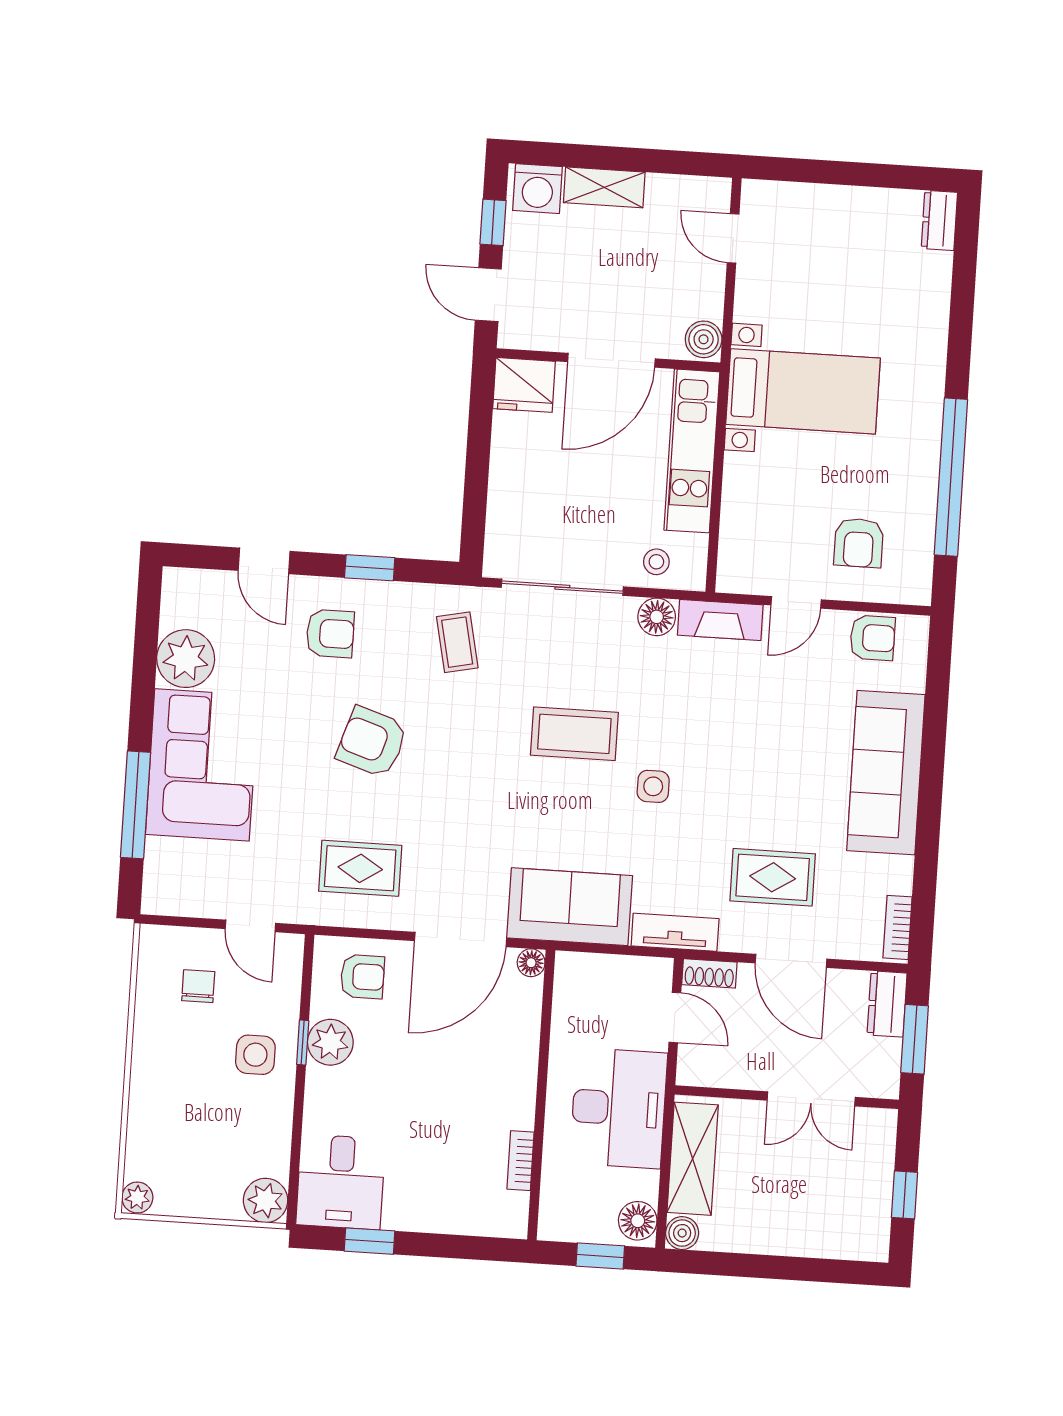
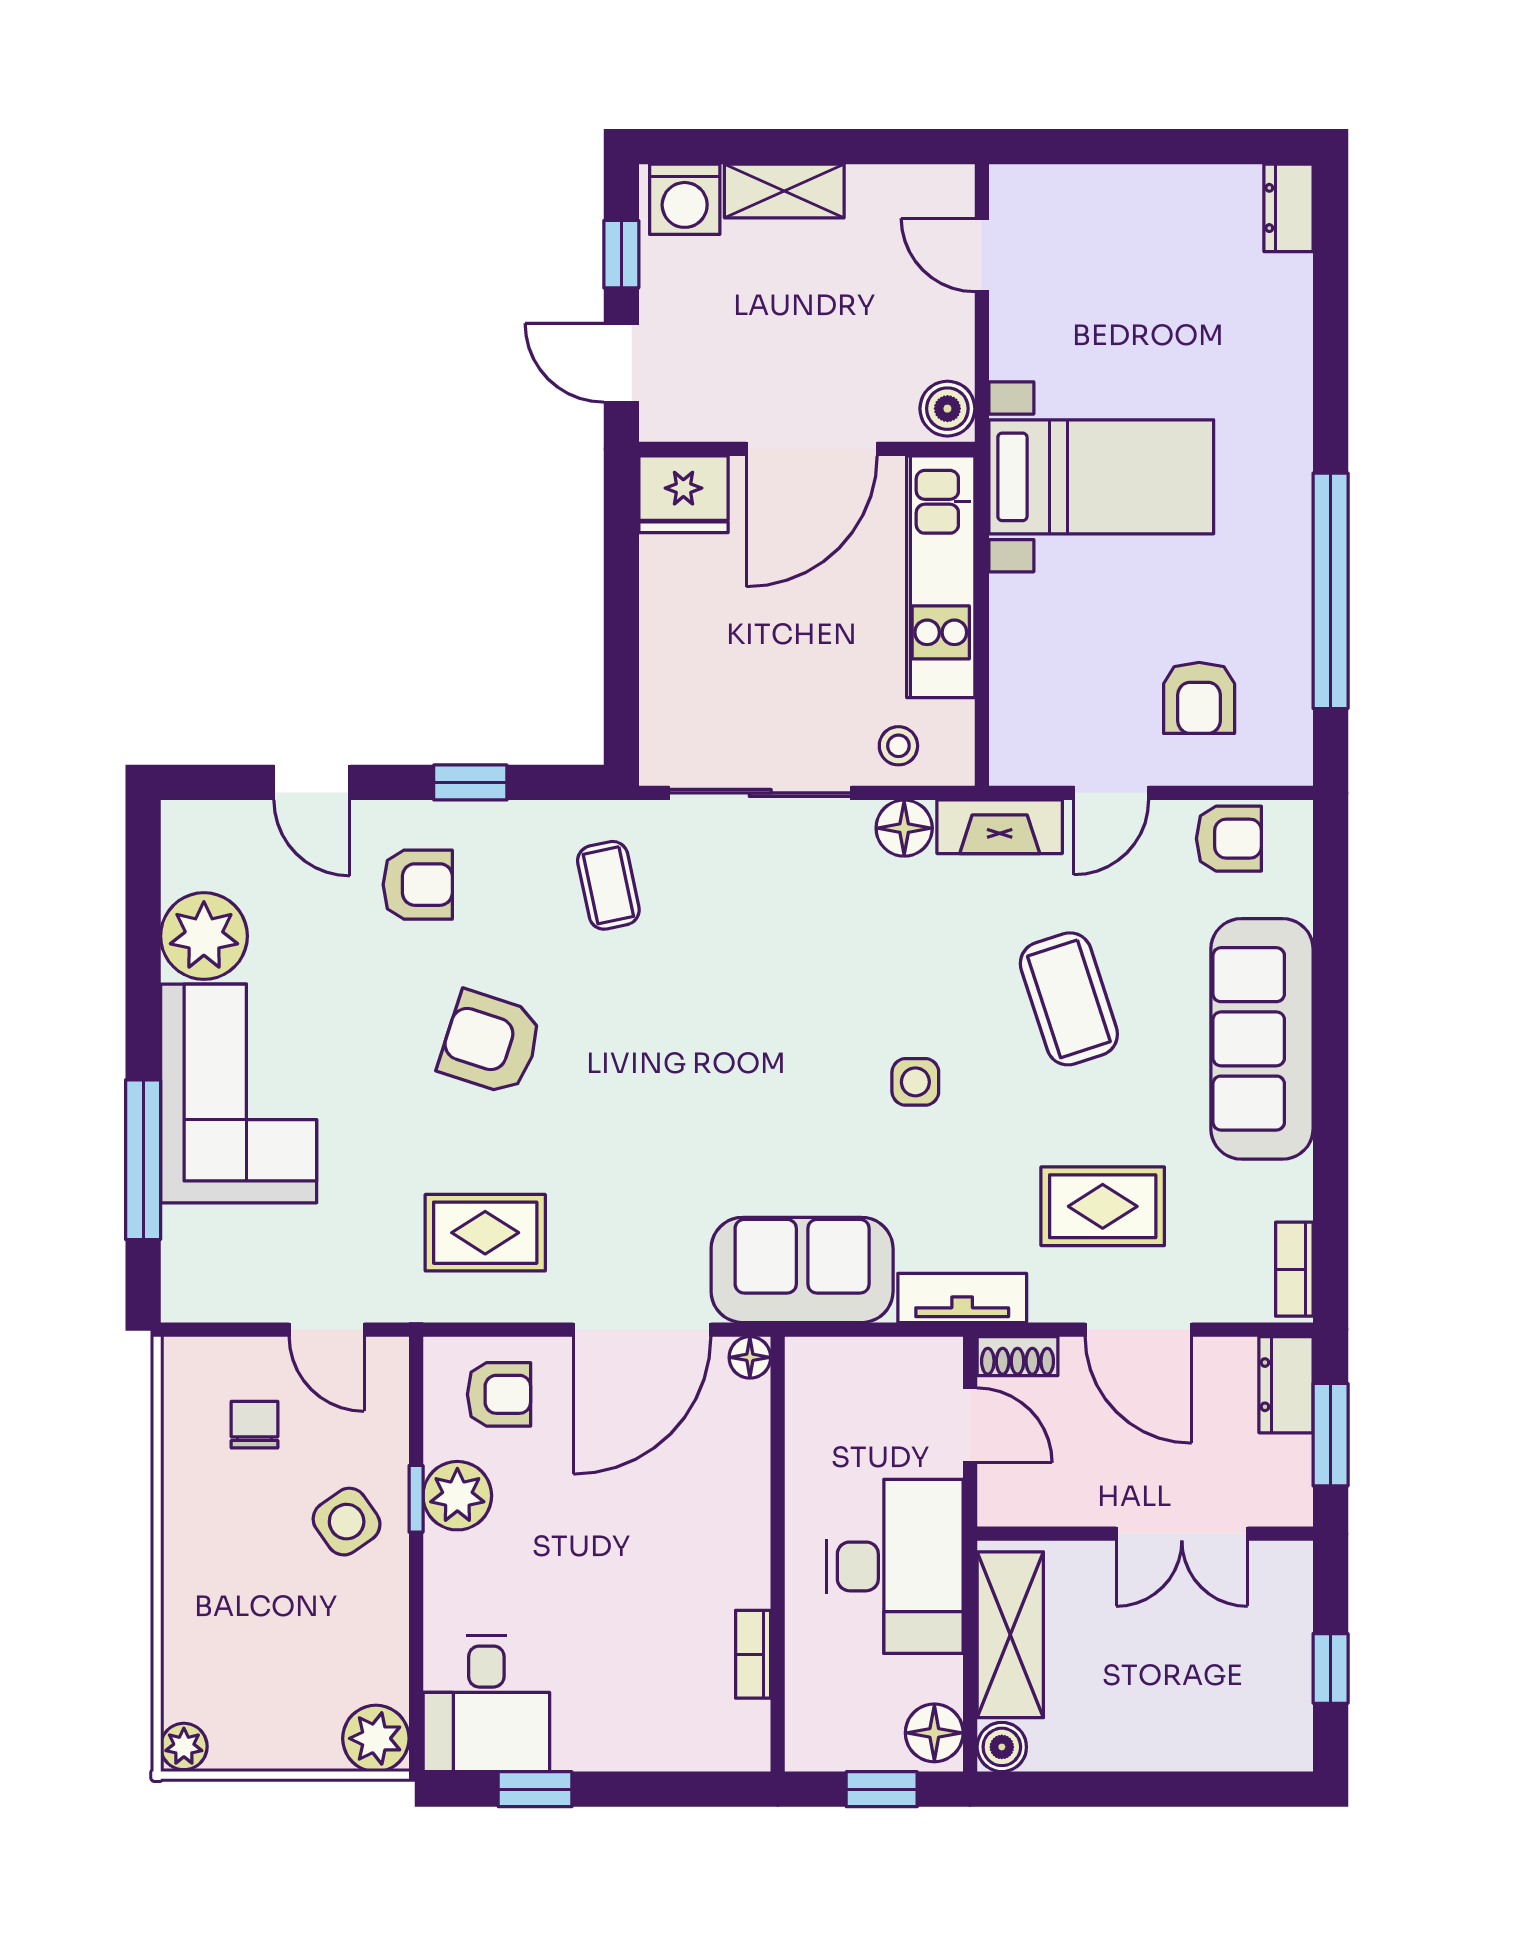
coffee table: (574, 734) -> (1069, 999), moved, turned 72
side table: (255, 1055) -> (347, 1522), turned -35

